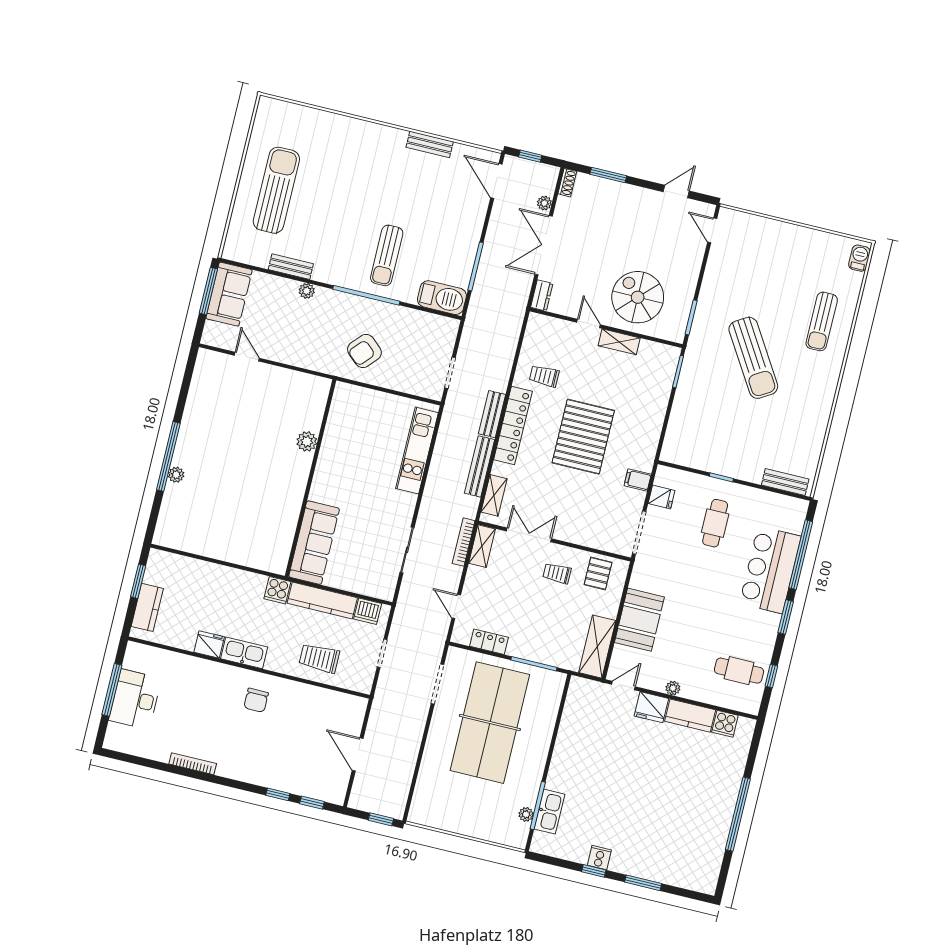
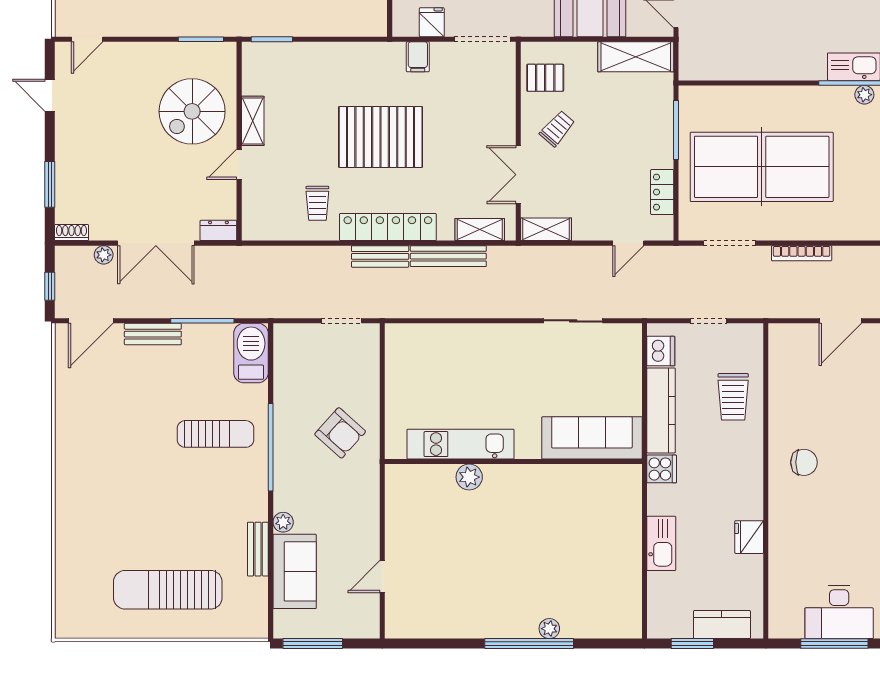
bench: (430, 144) -> (153, 334), moved, turned 90
sofa: (229, 294) -> (295, 571), moved, turned 90
kitchen unit: (417, 451) -> (461, 444), moved, turned 180
bookcase: (464, 542) -> (802, 253), moved
trolley: (557, 573) -> (557, 128), turned -139
kitchen sink: (244, 653) -> (661, 543), moved, turned 180

